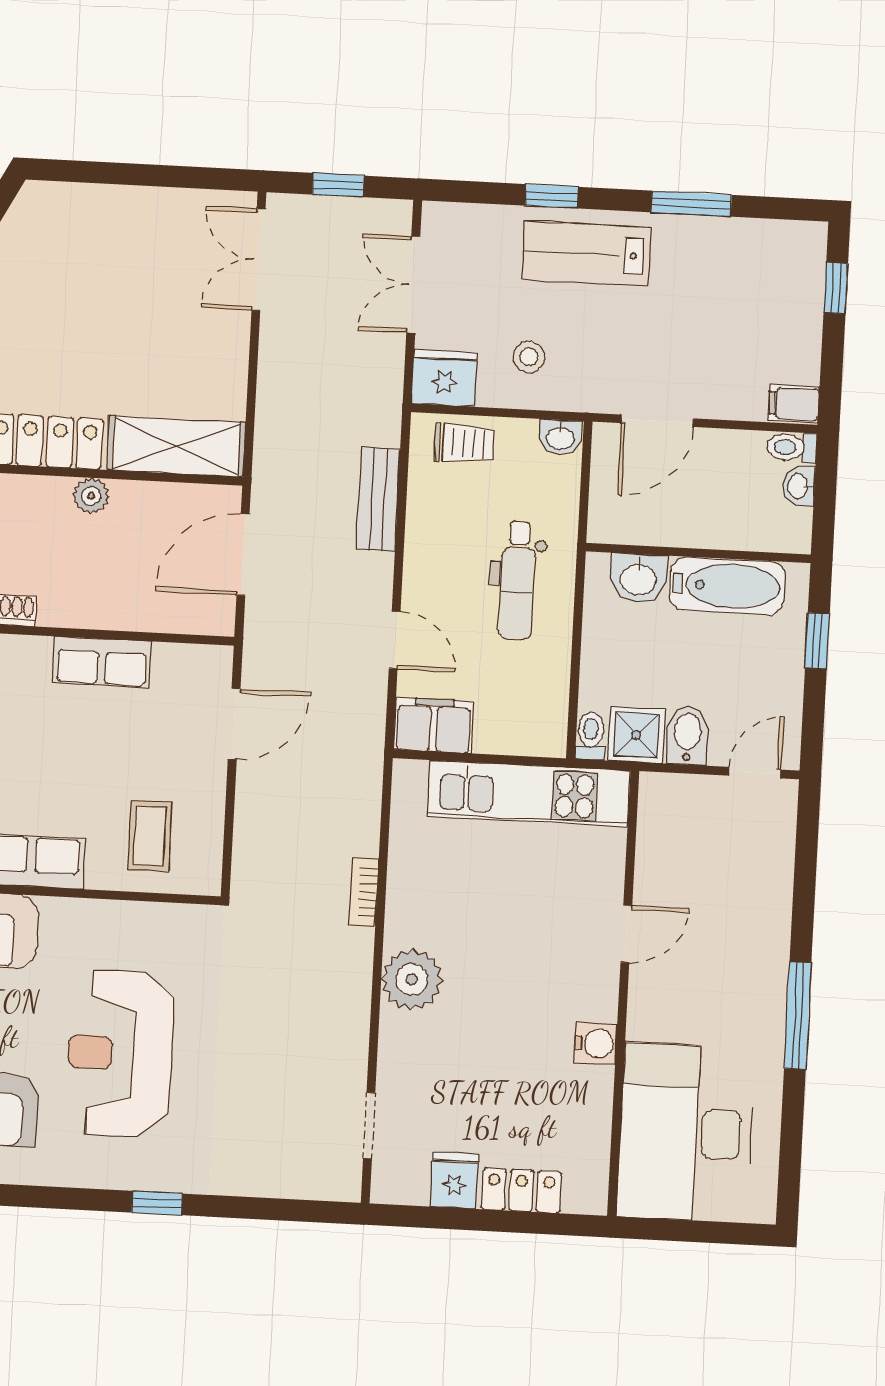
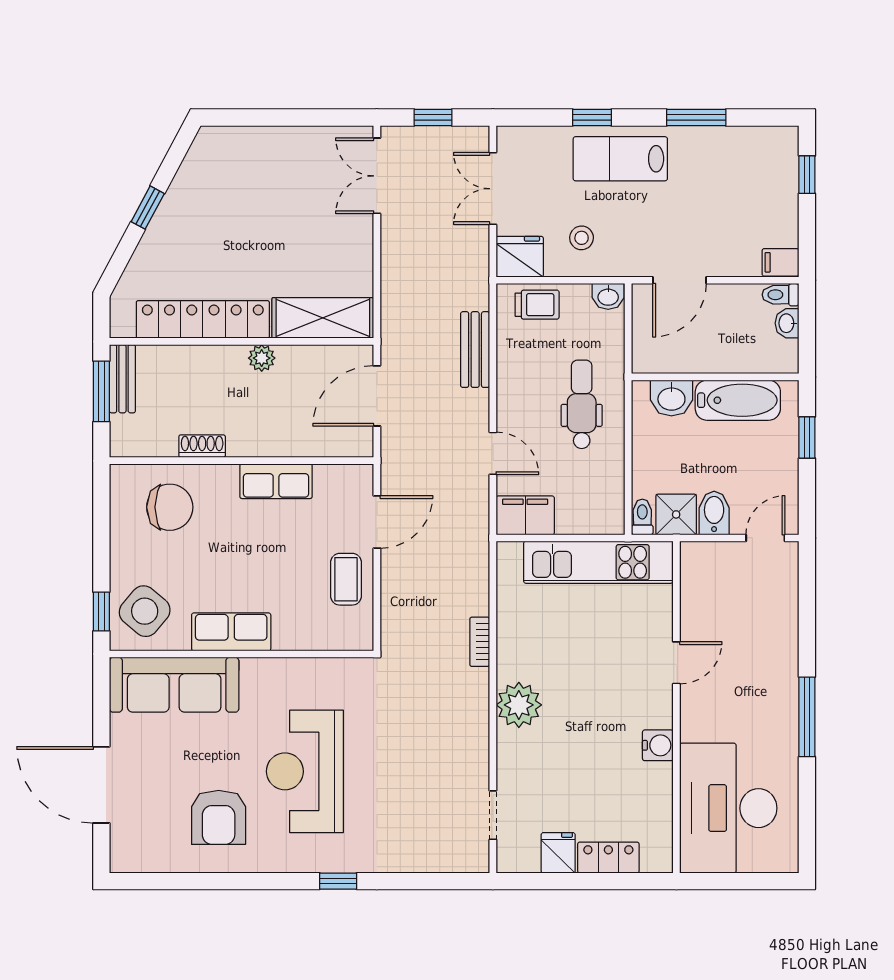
dental chair: (517, 580) -> (582, 404), turned 180
coffee table: (150, 836) -> (346, 579), moved

